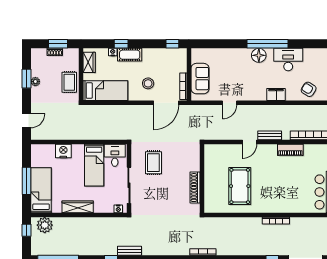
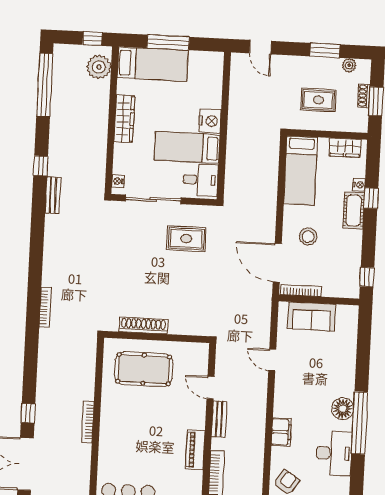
plant: (35, 82) -> (349, 65), moved
rug: (69, 82) -> (318, 100), moved
nightstand: (63, 151) -> (210, 121), moved
wall: (202, 178) -> (157, 337), moved
shoe rack: (195, 188) -> (143, 326), moved

